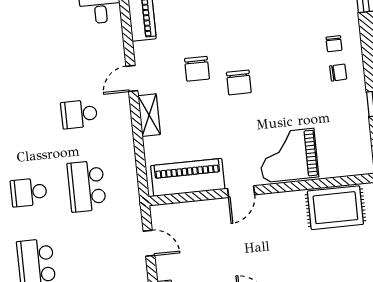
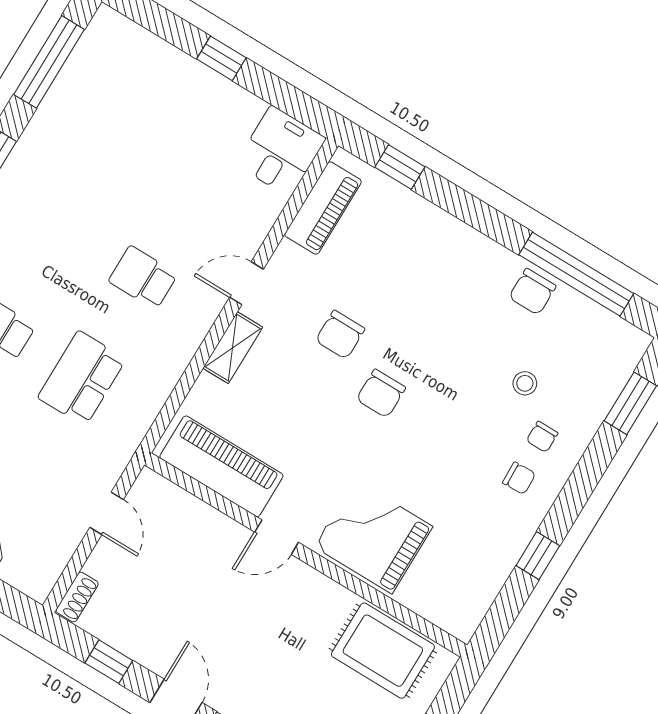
stool: (306, 24) -> (525, 383), added

